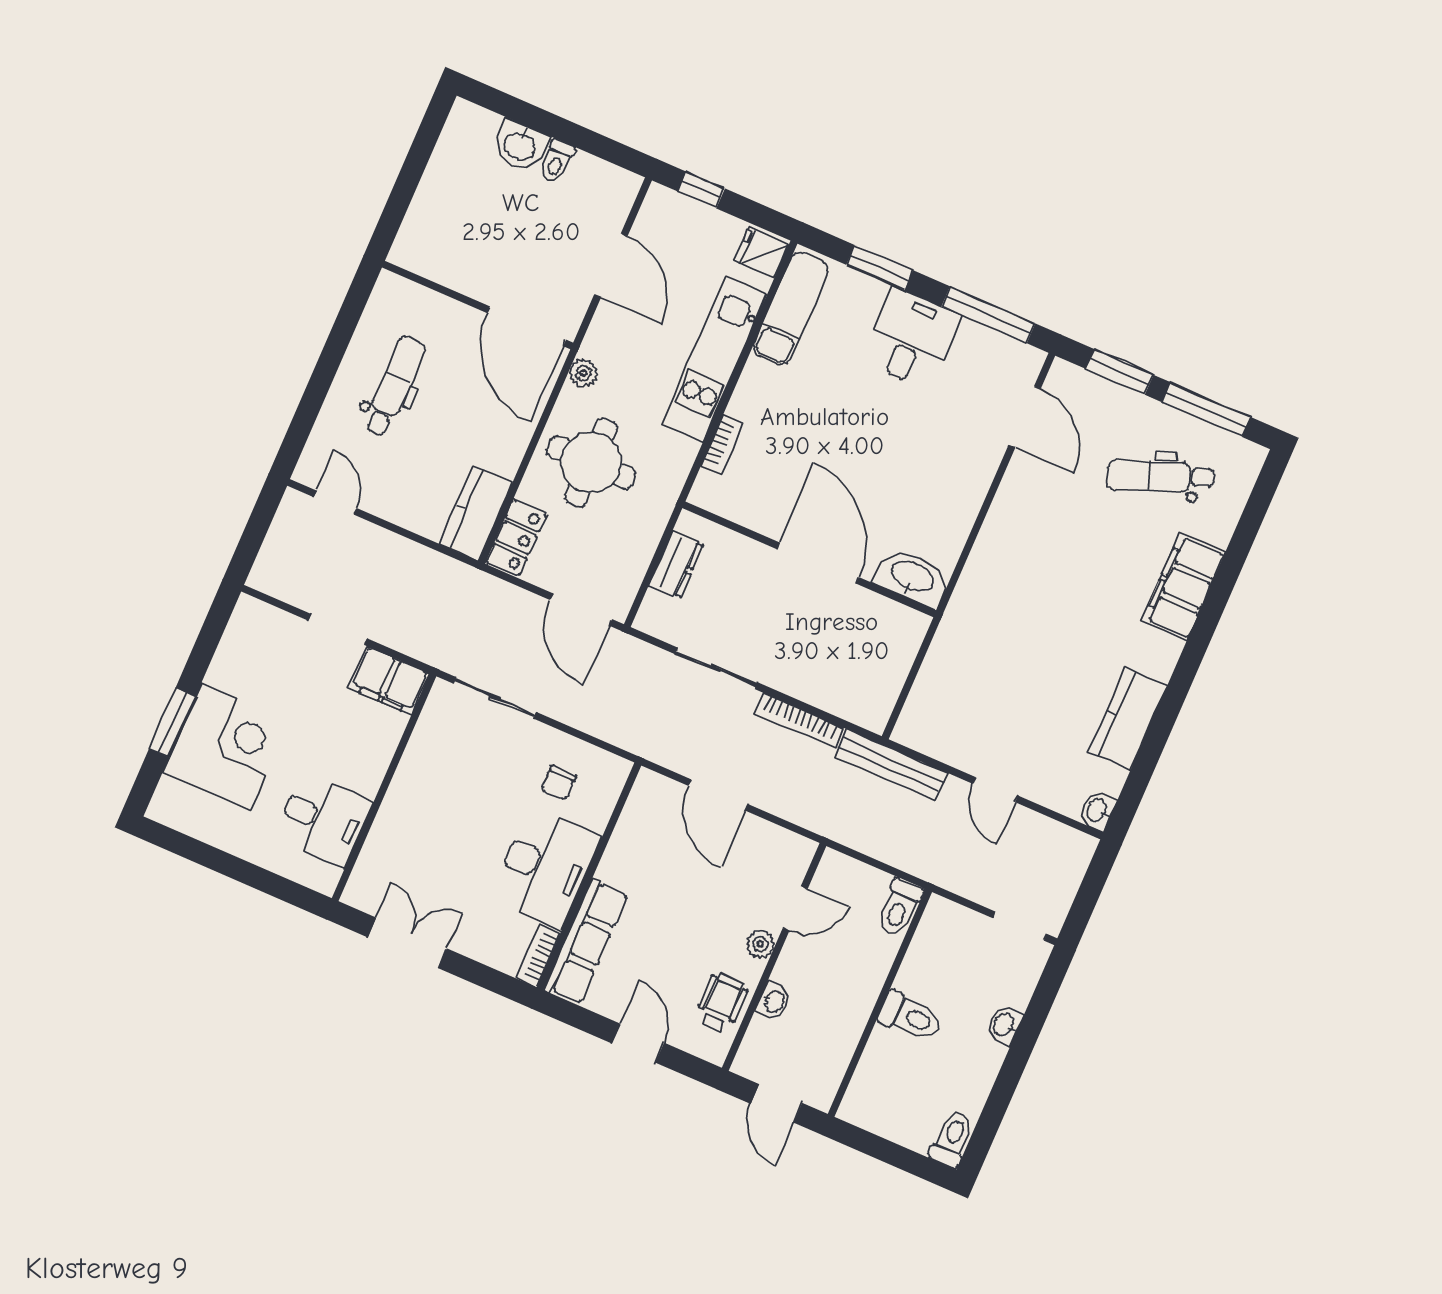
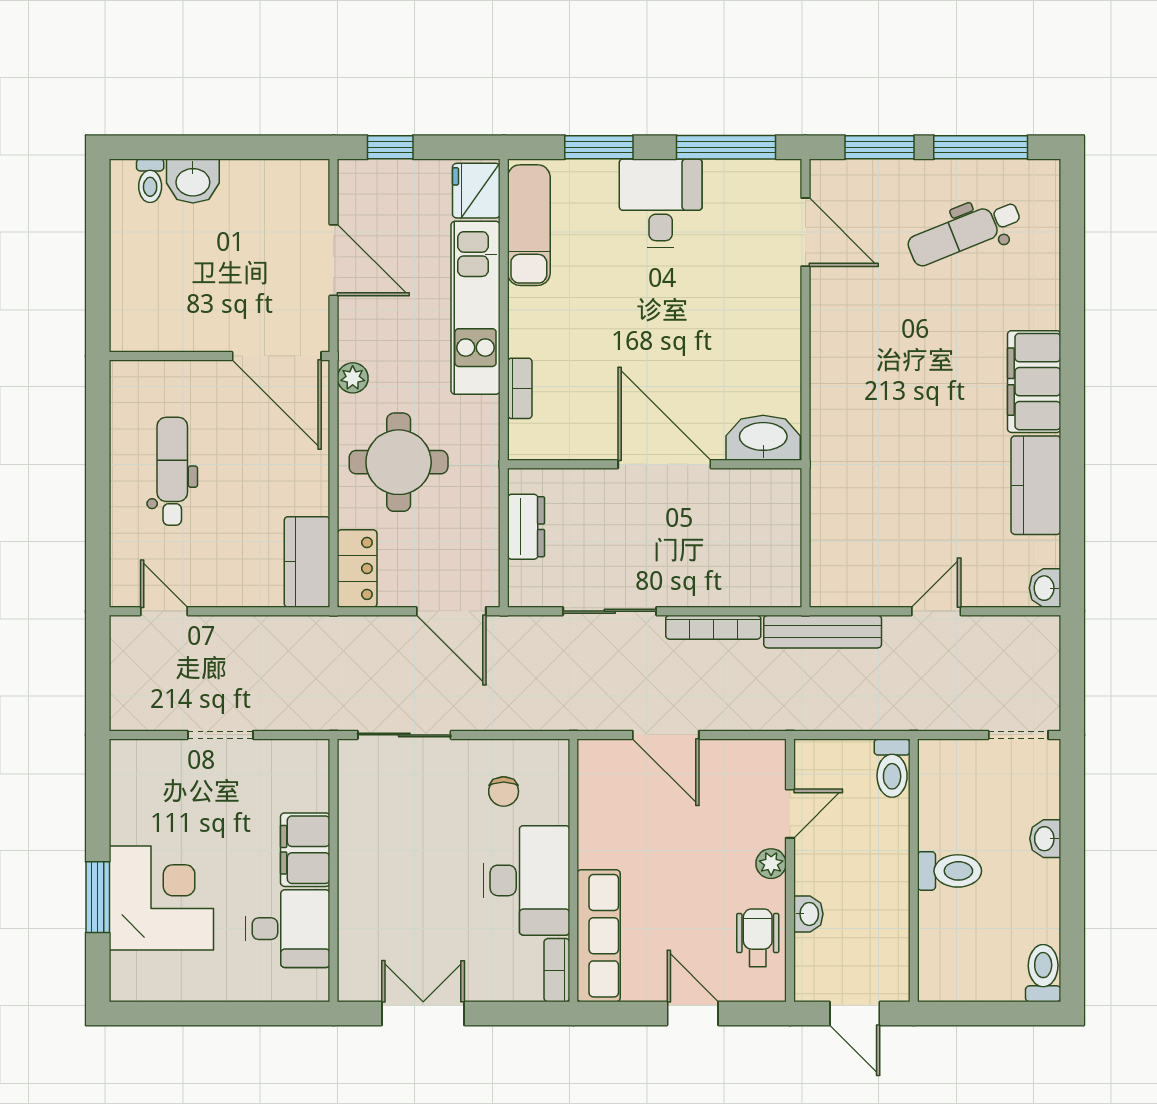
toilet: (557, 161) -> (150, 181), moved
fridge: (761, 253) -> (476, 191), width x1.38
filing cabinet: (1183, 587) -> (1034, 382), moved
filing cabinet: (389, 681) -> (305, 850), moved, turned 90
door: (995, 790) -> (936, 611), swing flipped

